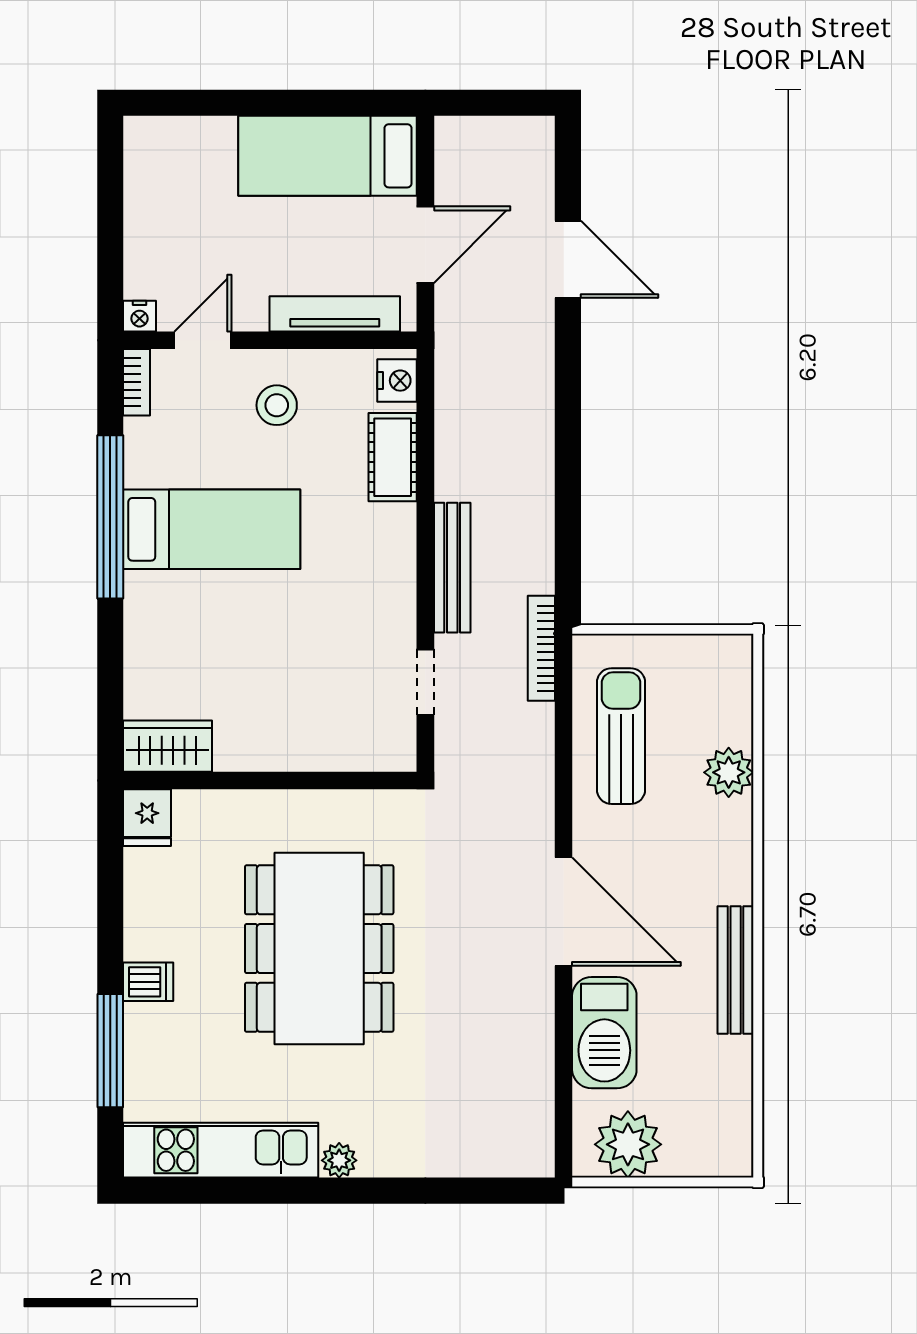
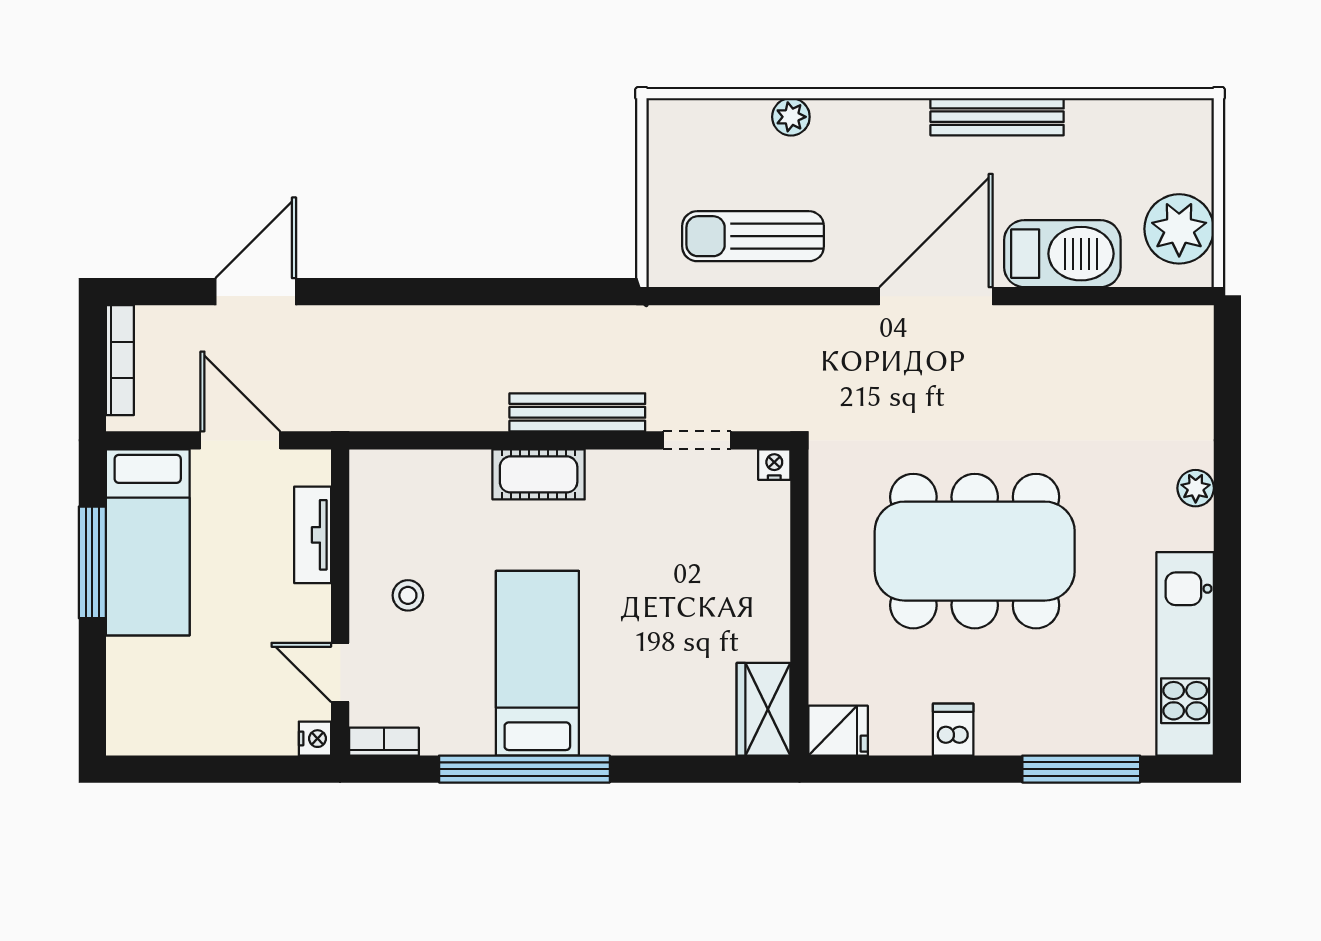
window: (308, 103) -> (92, 562), added
tv unit: (335, 314) -> (313, 535), width x0.71
nightstand: (397, 381) -> (774, 465), moved, width x0.72, depth x0.74
stool: (277, 405) -> (408, 595), width x0.73, depth x0.73
cot: (393, 457) -> (539, 474), moved
bookcase: (541, 648) -> (120, 360), moved, turned -90
plant: (729, 772) -> (791, 117), width x0.73, depth x0.73
dishwasher: (148, 982) -> (953, 730), moved
plant: (339, 1160) -> (1196, 488), moved

